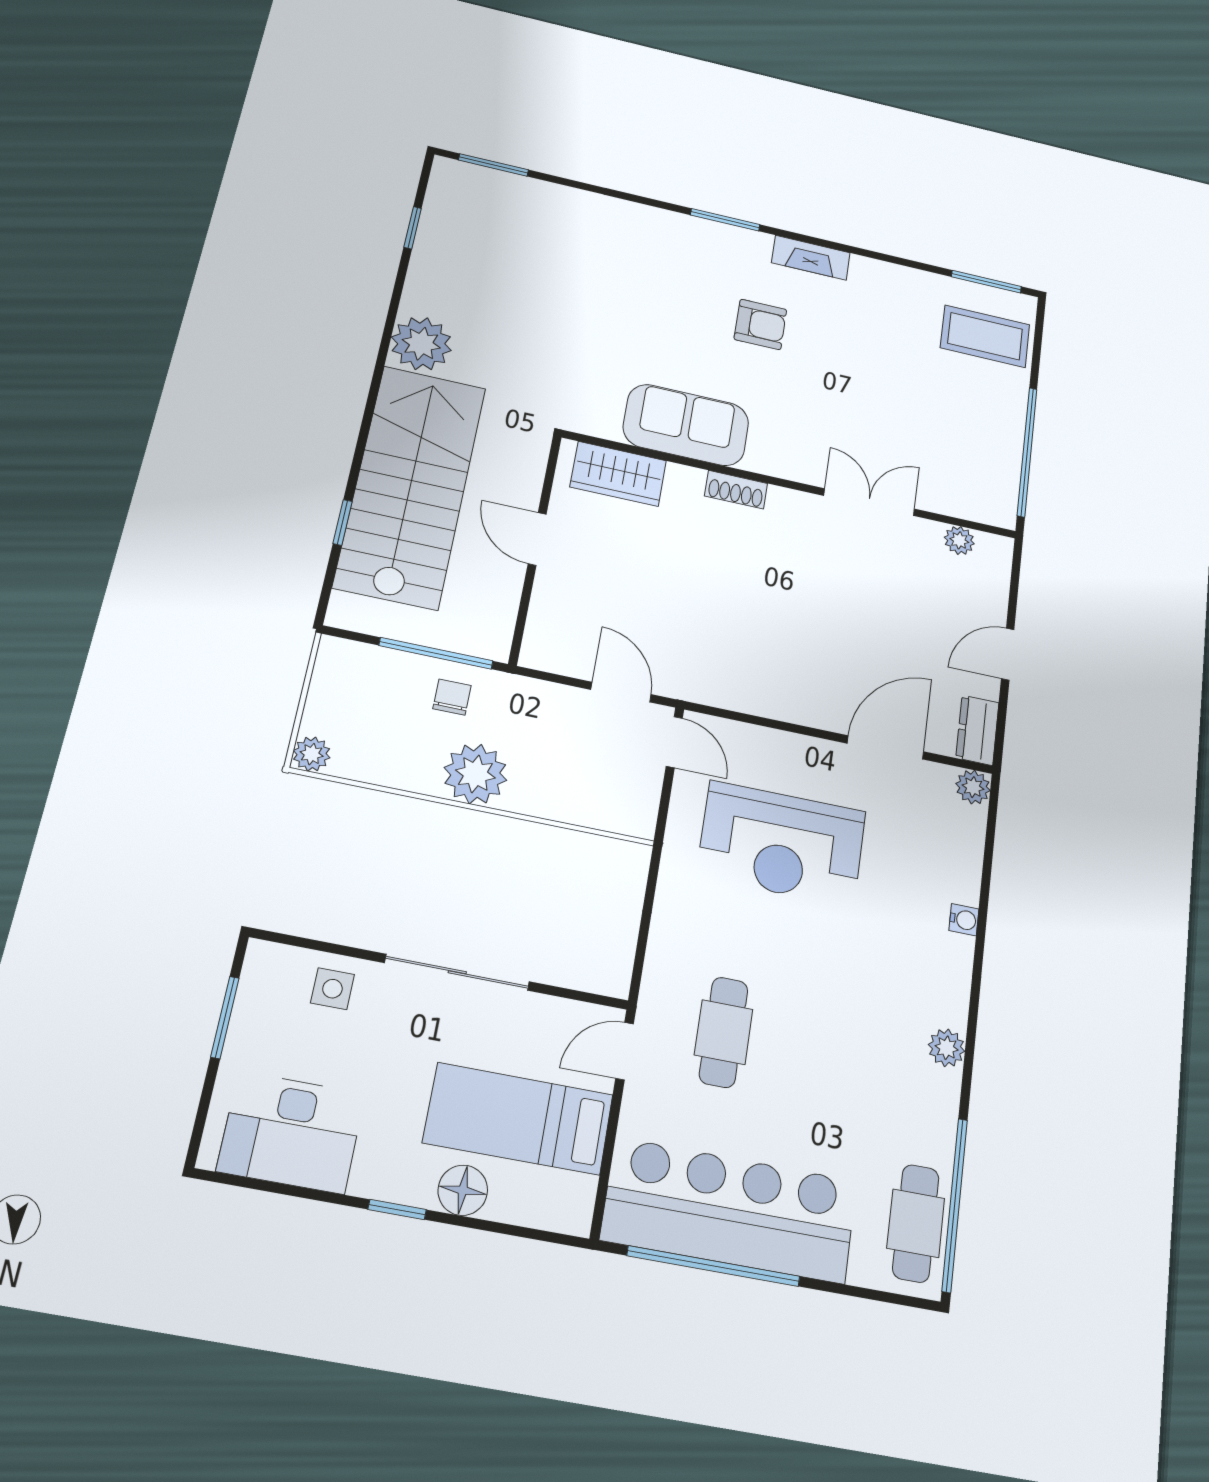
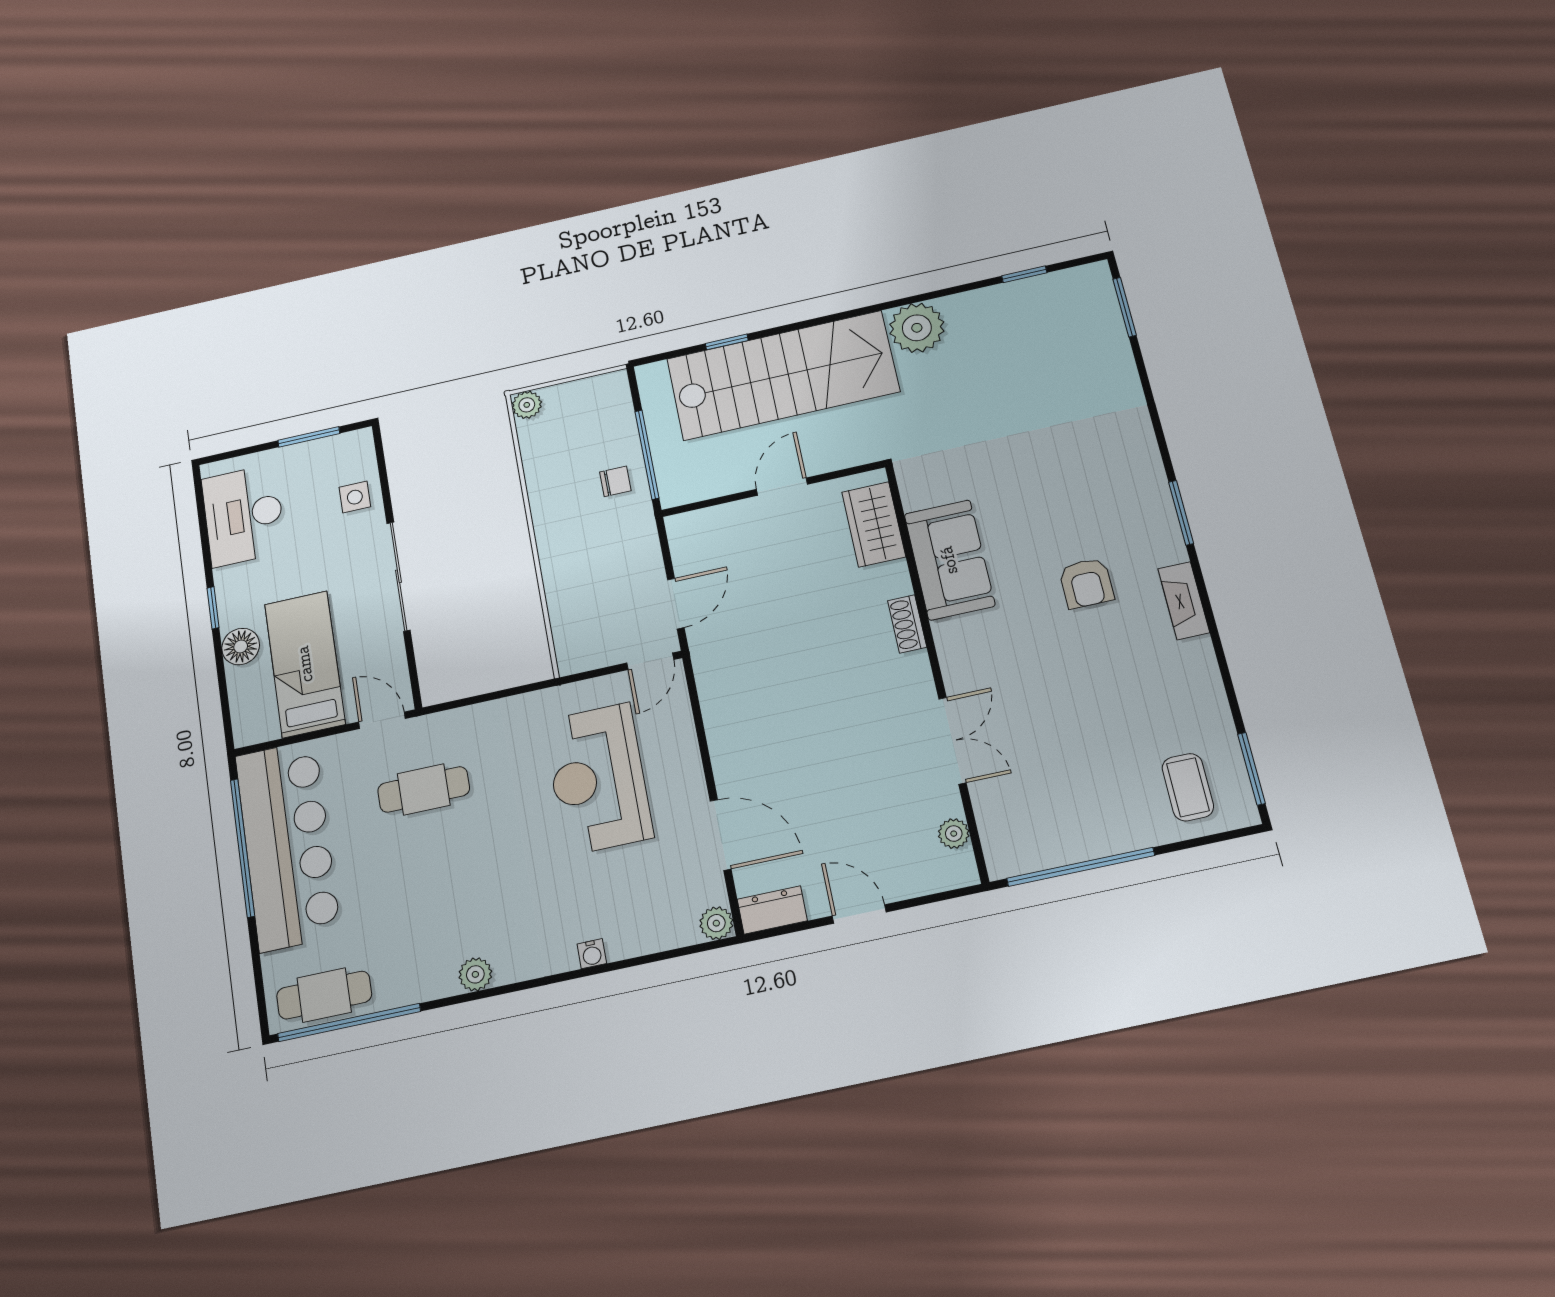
coffee table: (985, 336) -> (1188, 787), width x0.73, depth x0.77
plant: (475, 774) -> (559, 524), removed

